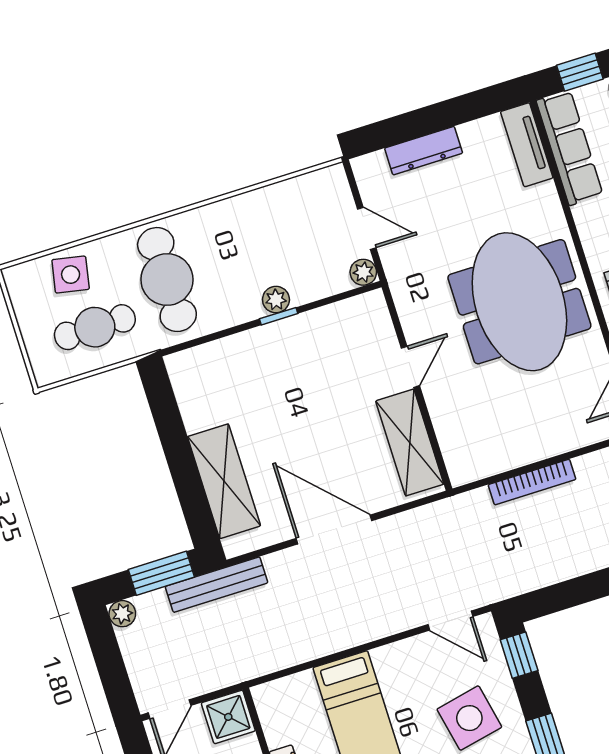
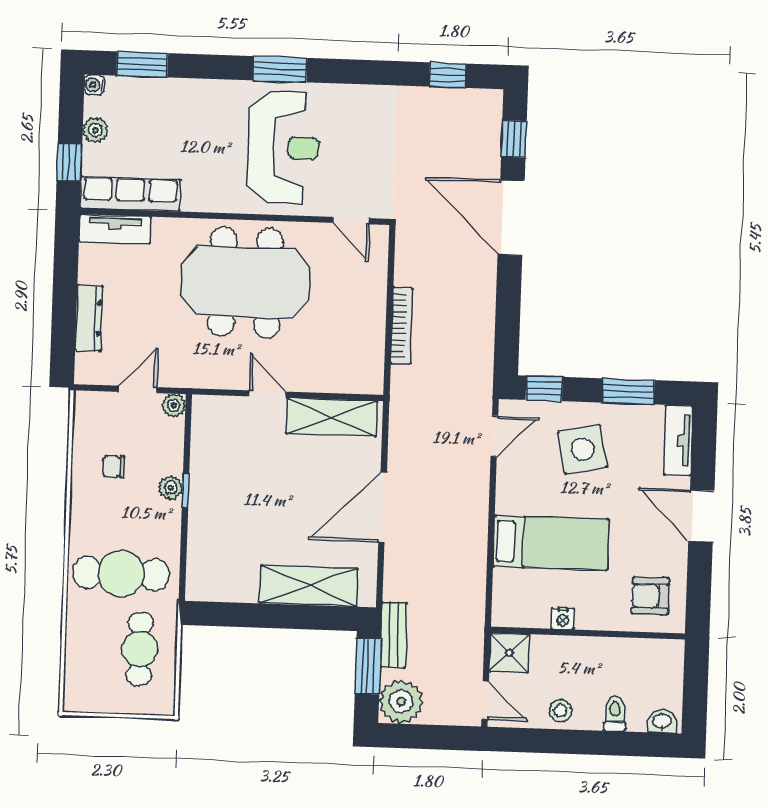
chair: (277, 232) -> (113, 466), added
side table: (71, 275) -> (88, 654), removed
bench: (217, 585) -> (394, 635), width x0.73
plant: (122, 614) -> (401, 702), width x1.88, depth x1.88

